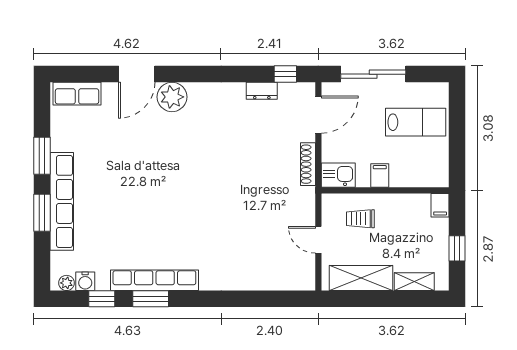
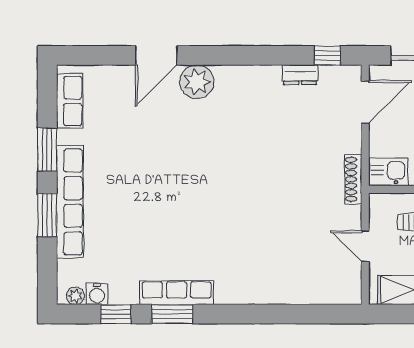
row of seats: (77, 94) -> (70, 101), moved, turned -90
shoe rack: (308, 164) -> (353, 179), moved
row of seats: (154, 280) -> (177, 293), width x0.73

